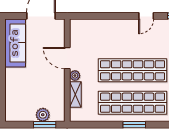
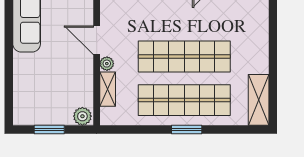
plant: (43, 115) -> (82, 116), moved
window: (45, 125) -> (49, 129), moved

